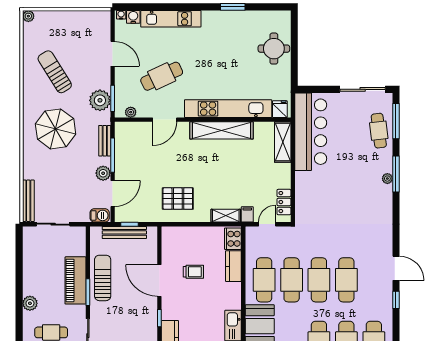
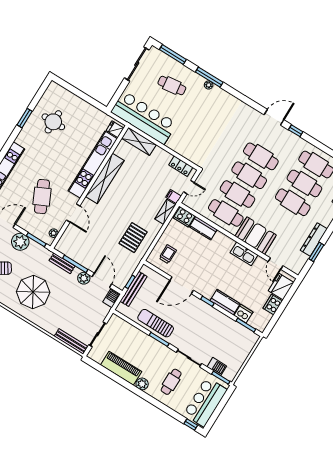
round table: (274, 49) -> (53, 122), moved
plant: (100, 100) -> (20, 242), moved
cafe table: (379, 131) -> (172, 86), moved
door: (267, 224) -> (189, 187), swing flipped
trolley: (193, 272) -> (168, 254), moved
piano: (75, 280) -> (121, 368), moved, turned 180

